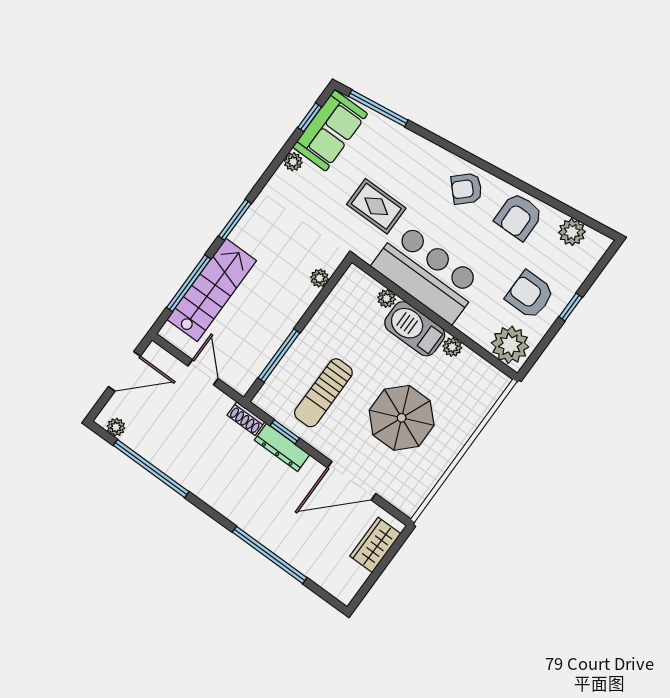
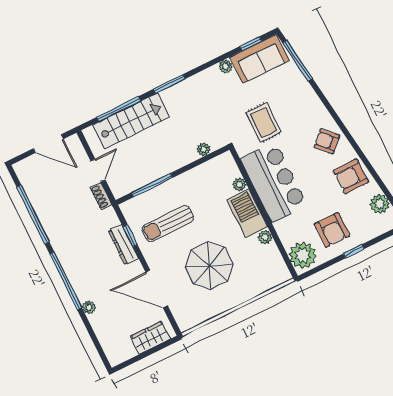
armchair: (530, 295) -> (332, 230), turned 180
shoe rack: (246, 419) -> (101, 196), moved
plant: (116, 427) -> (89, 307), moved
window: (270, 555) -> (66, 281), moved

